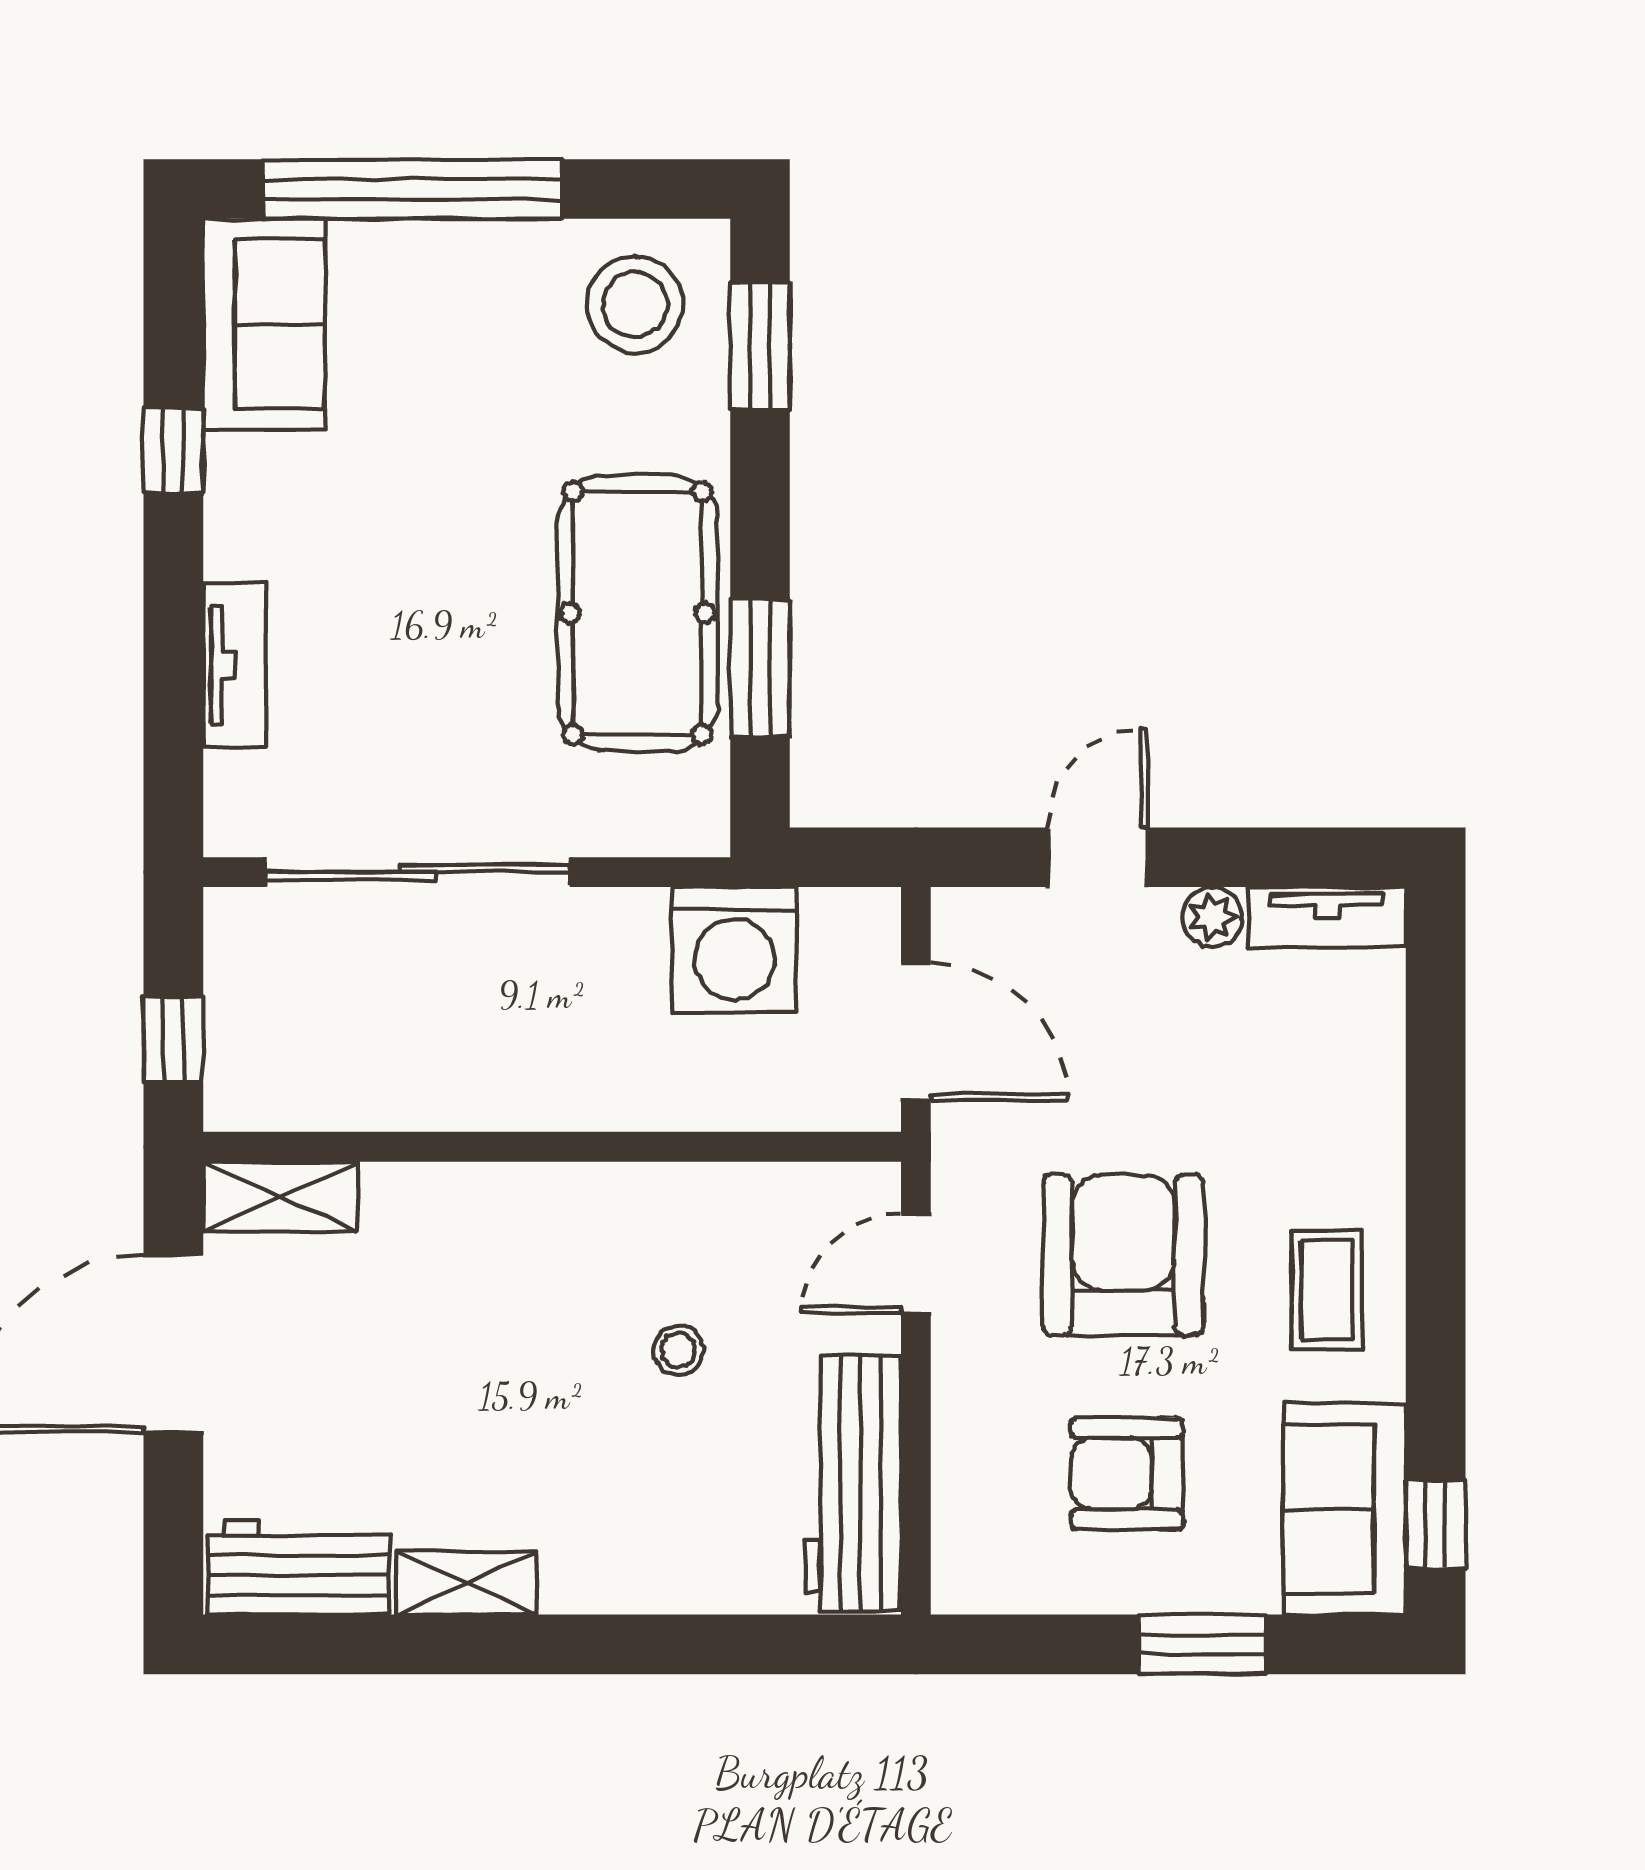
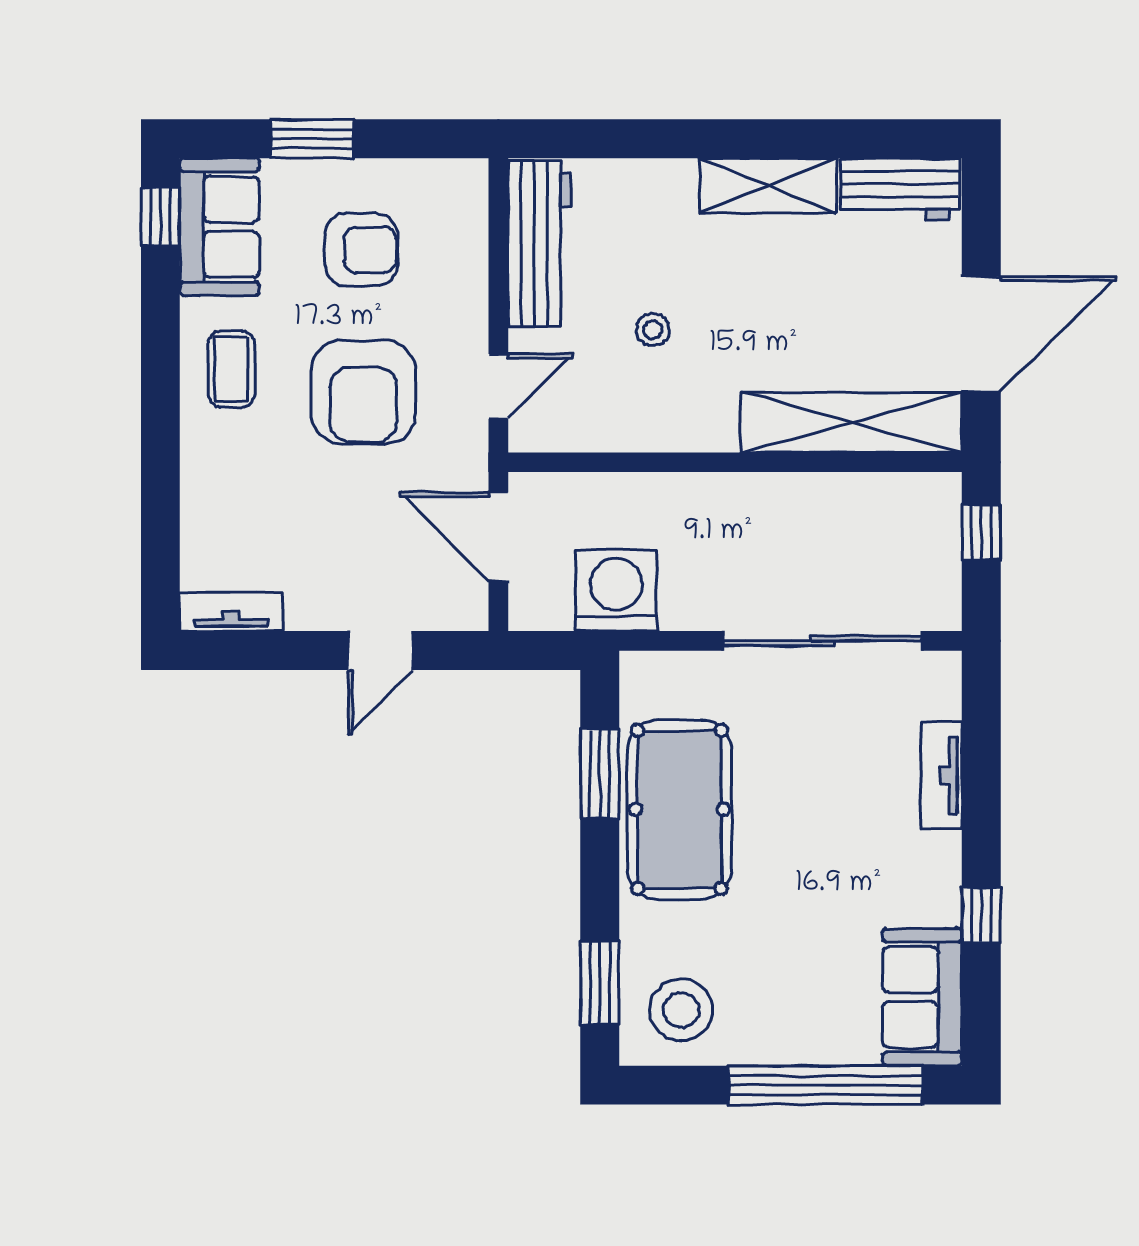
plant: (1212, 917) -> (306, 612), removed
shelving: (280, 1196) -> (851, 422), width x2.20, depth x1.33
shelving: (466, 1583) -> (768, 185), width x1.50, depth x1.33

